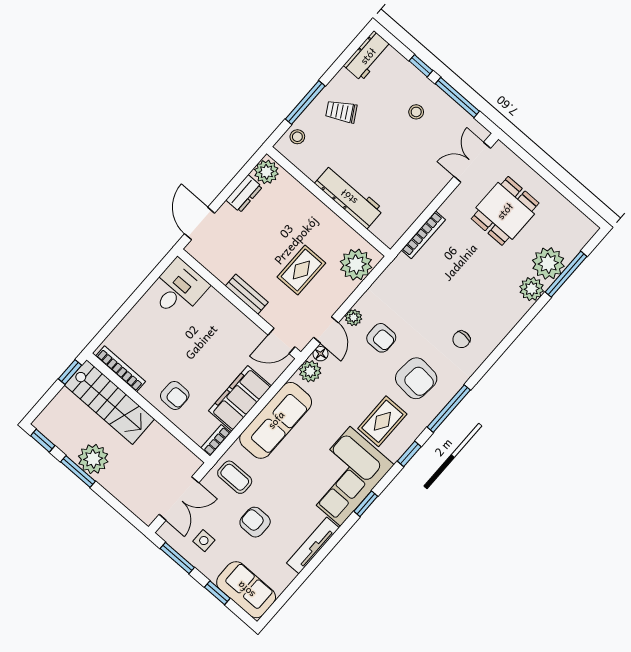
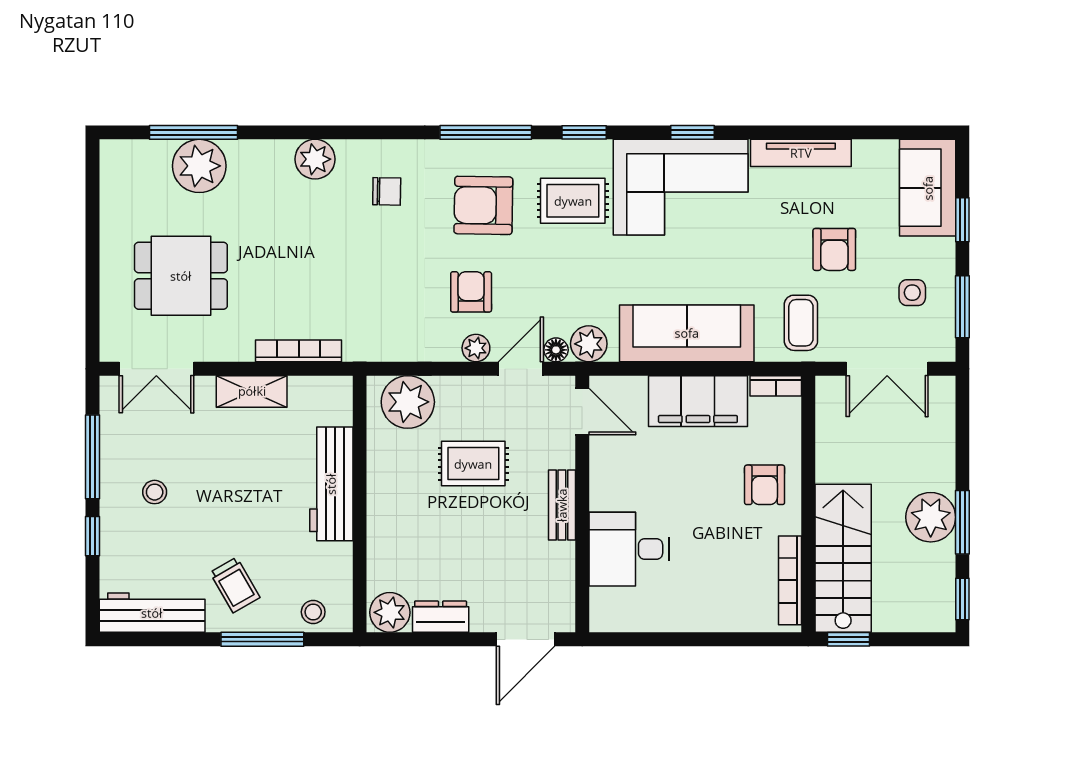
workbench: (368, 56) -> (152, 613), width x1.38
shelving: (424, 197) -> (252, 391), added
desk: (178, 289) -> (629, 549), moved
plant: (532, 289) -> (315, 159), moved
armchair: (416, 378) -> (483, 205), turned -94
armchair: (175, 395) -> (765, 485), turned 180
double door: (179, 498) -> (887, 369), swing flipped

